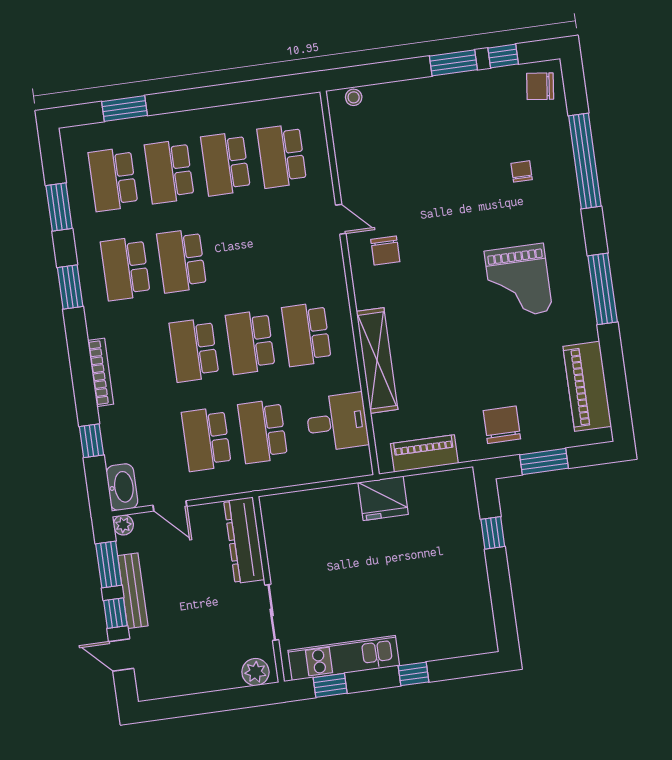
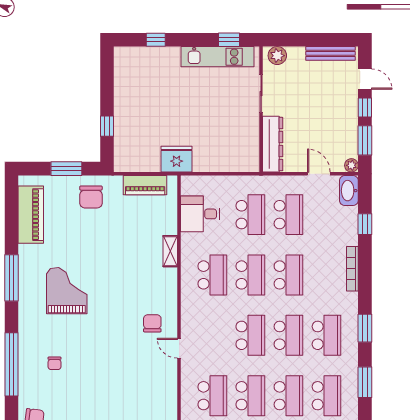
school desk: (238, 253) -> (250, 335), added
shelving: (377, 360) -> (170, 251), width x0.45, depth x0.75
bench: (133, 591) -> (331, 53), moved, turned 90
window: (413, 674) -> (156, 40), moved

